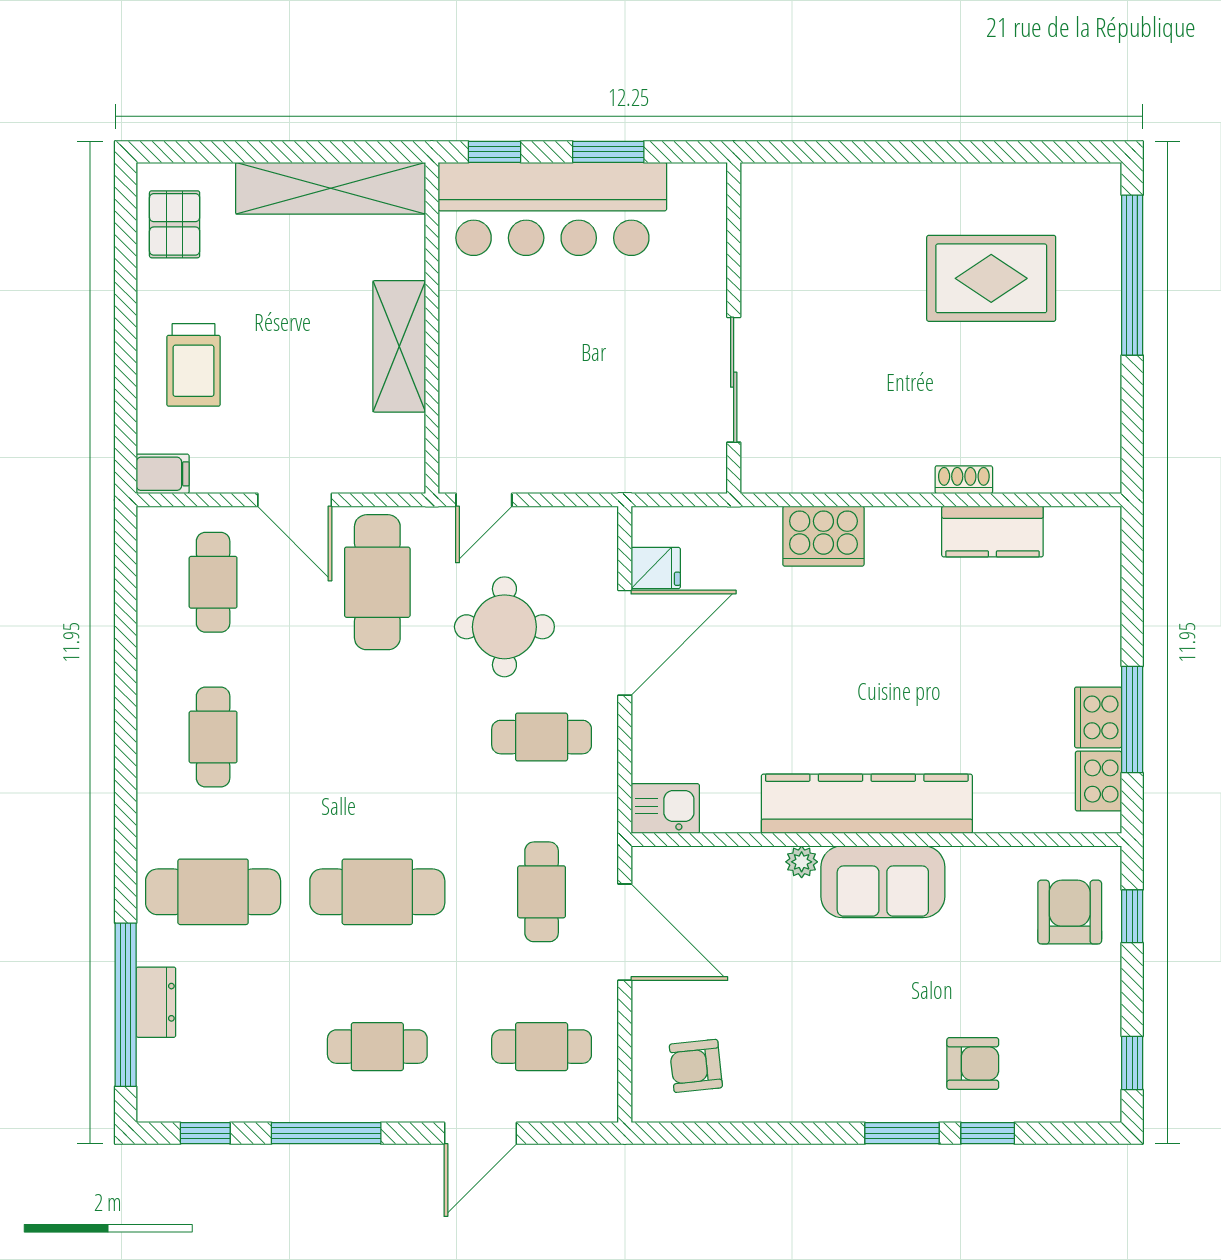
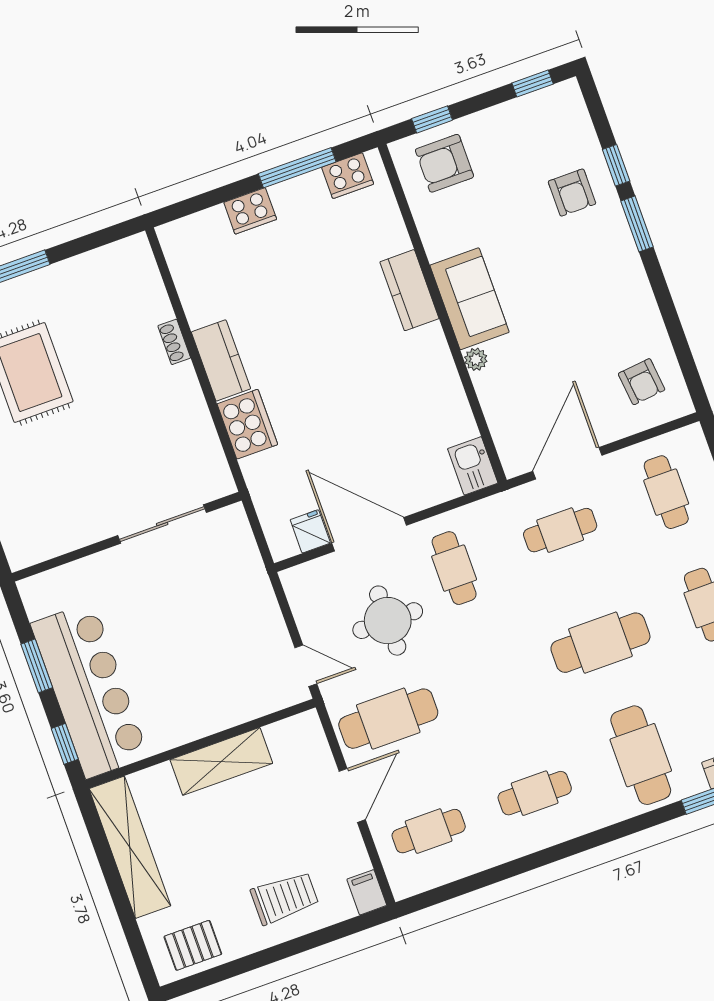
kitchen counter: (992, 532) -> (221, 360), moved
cooker: (1098, 717) -> (250, 211), moved
kitchen counter: (867, 804) -> (409, 290), width x0.48, depth x0.86
cafe table: (377, 892) -> (600, 643), turned 90
armchair: (973, 1064) -> (572, 193), turned 180

